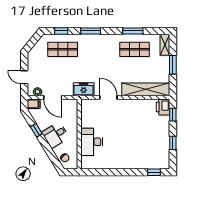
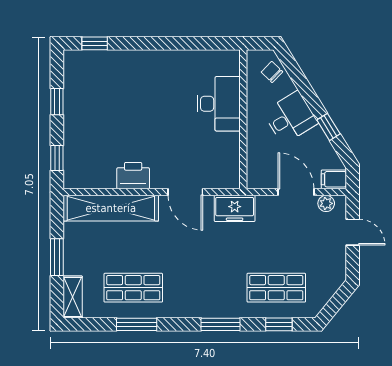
printer: (163, 107) -> (133, 176), moved, turned -90

